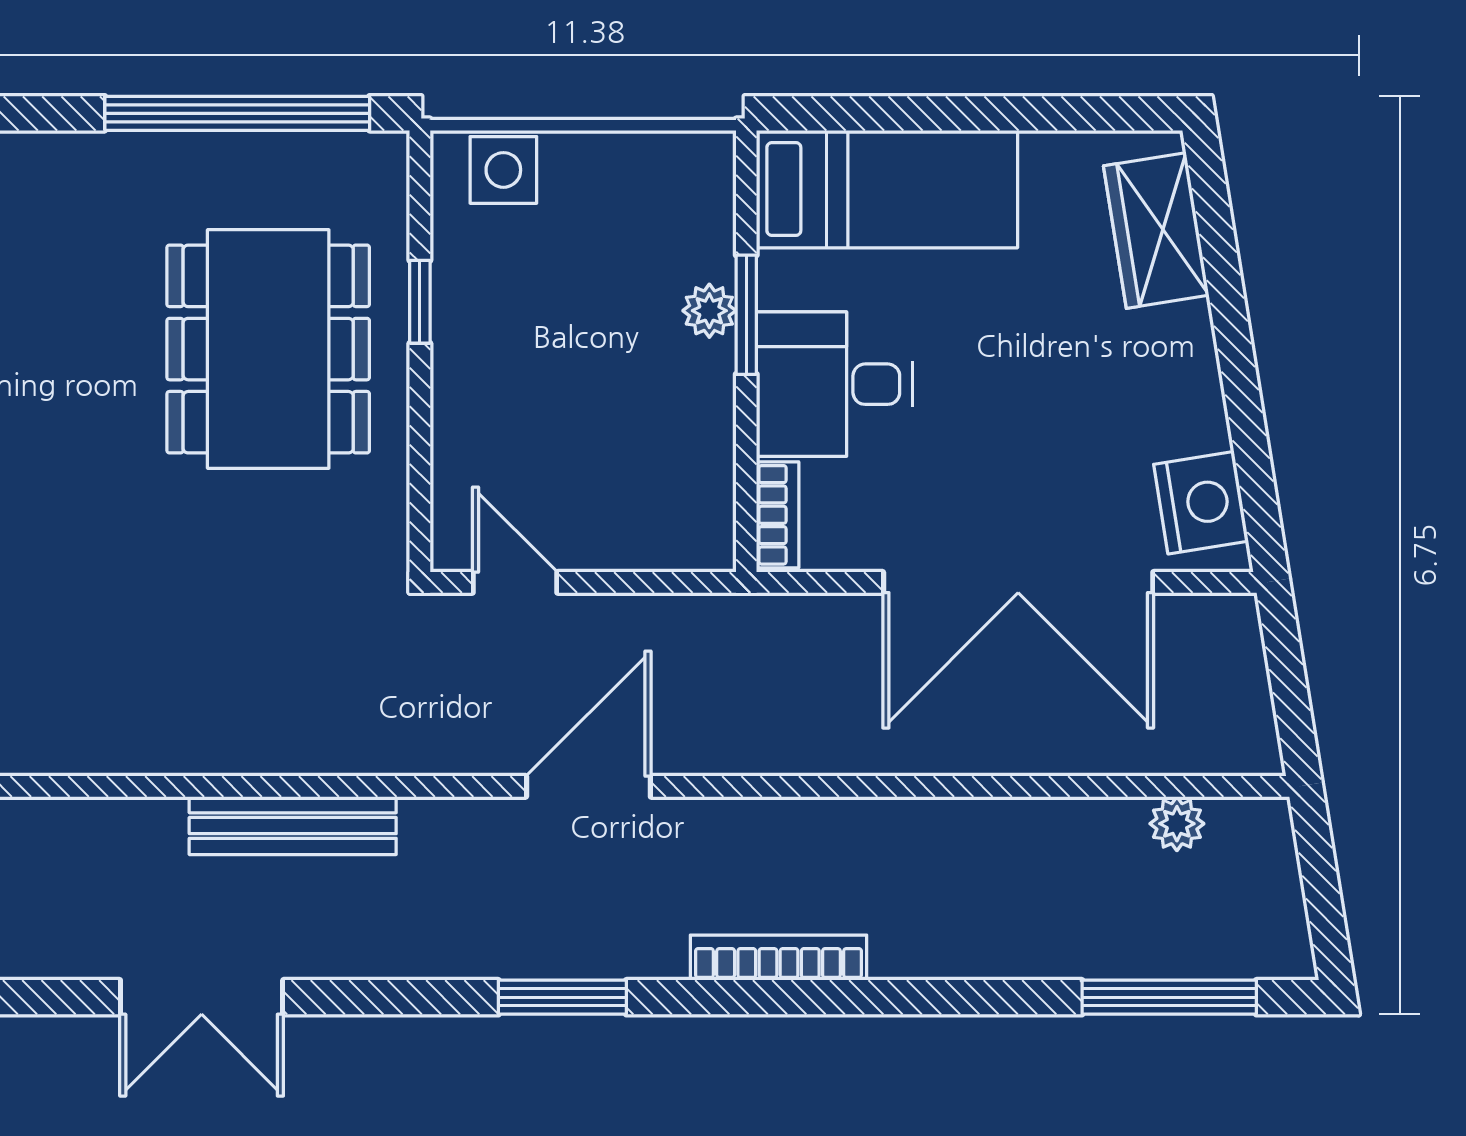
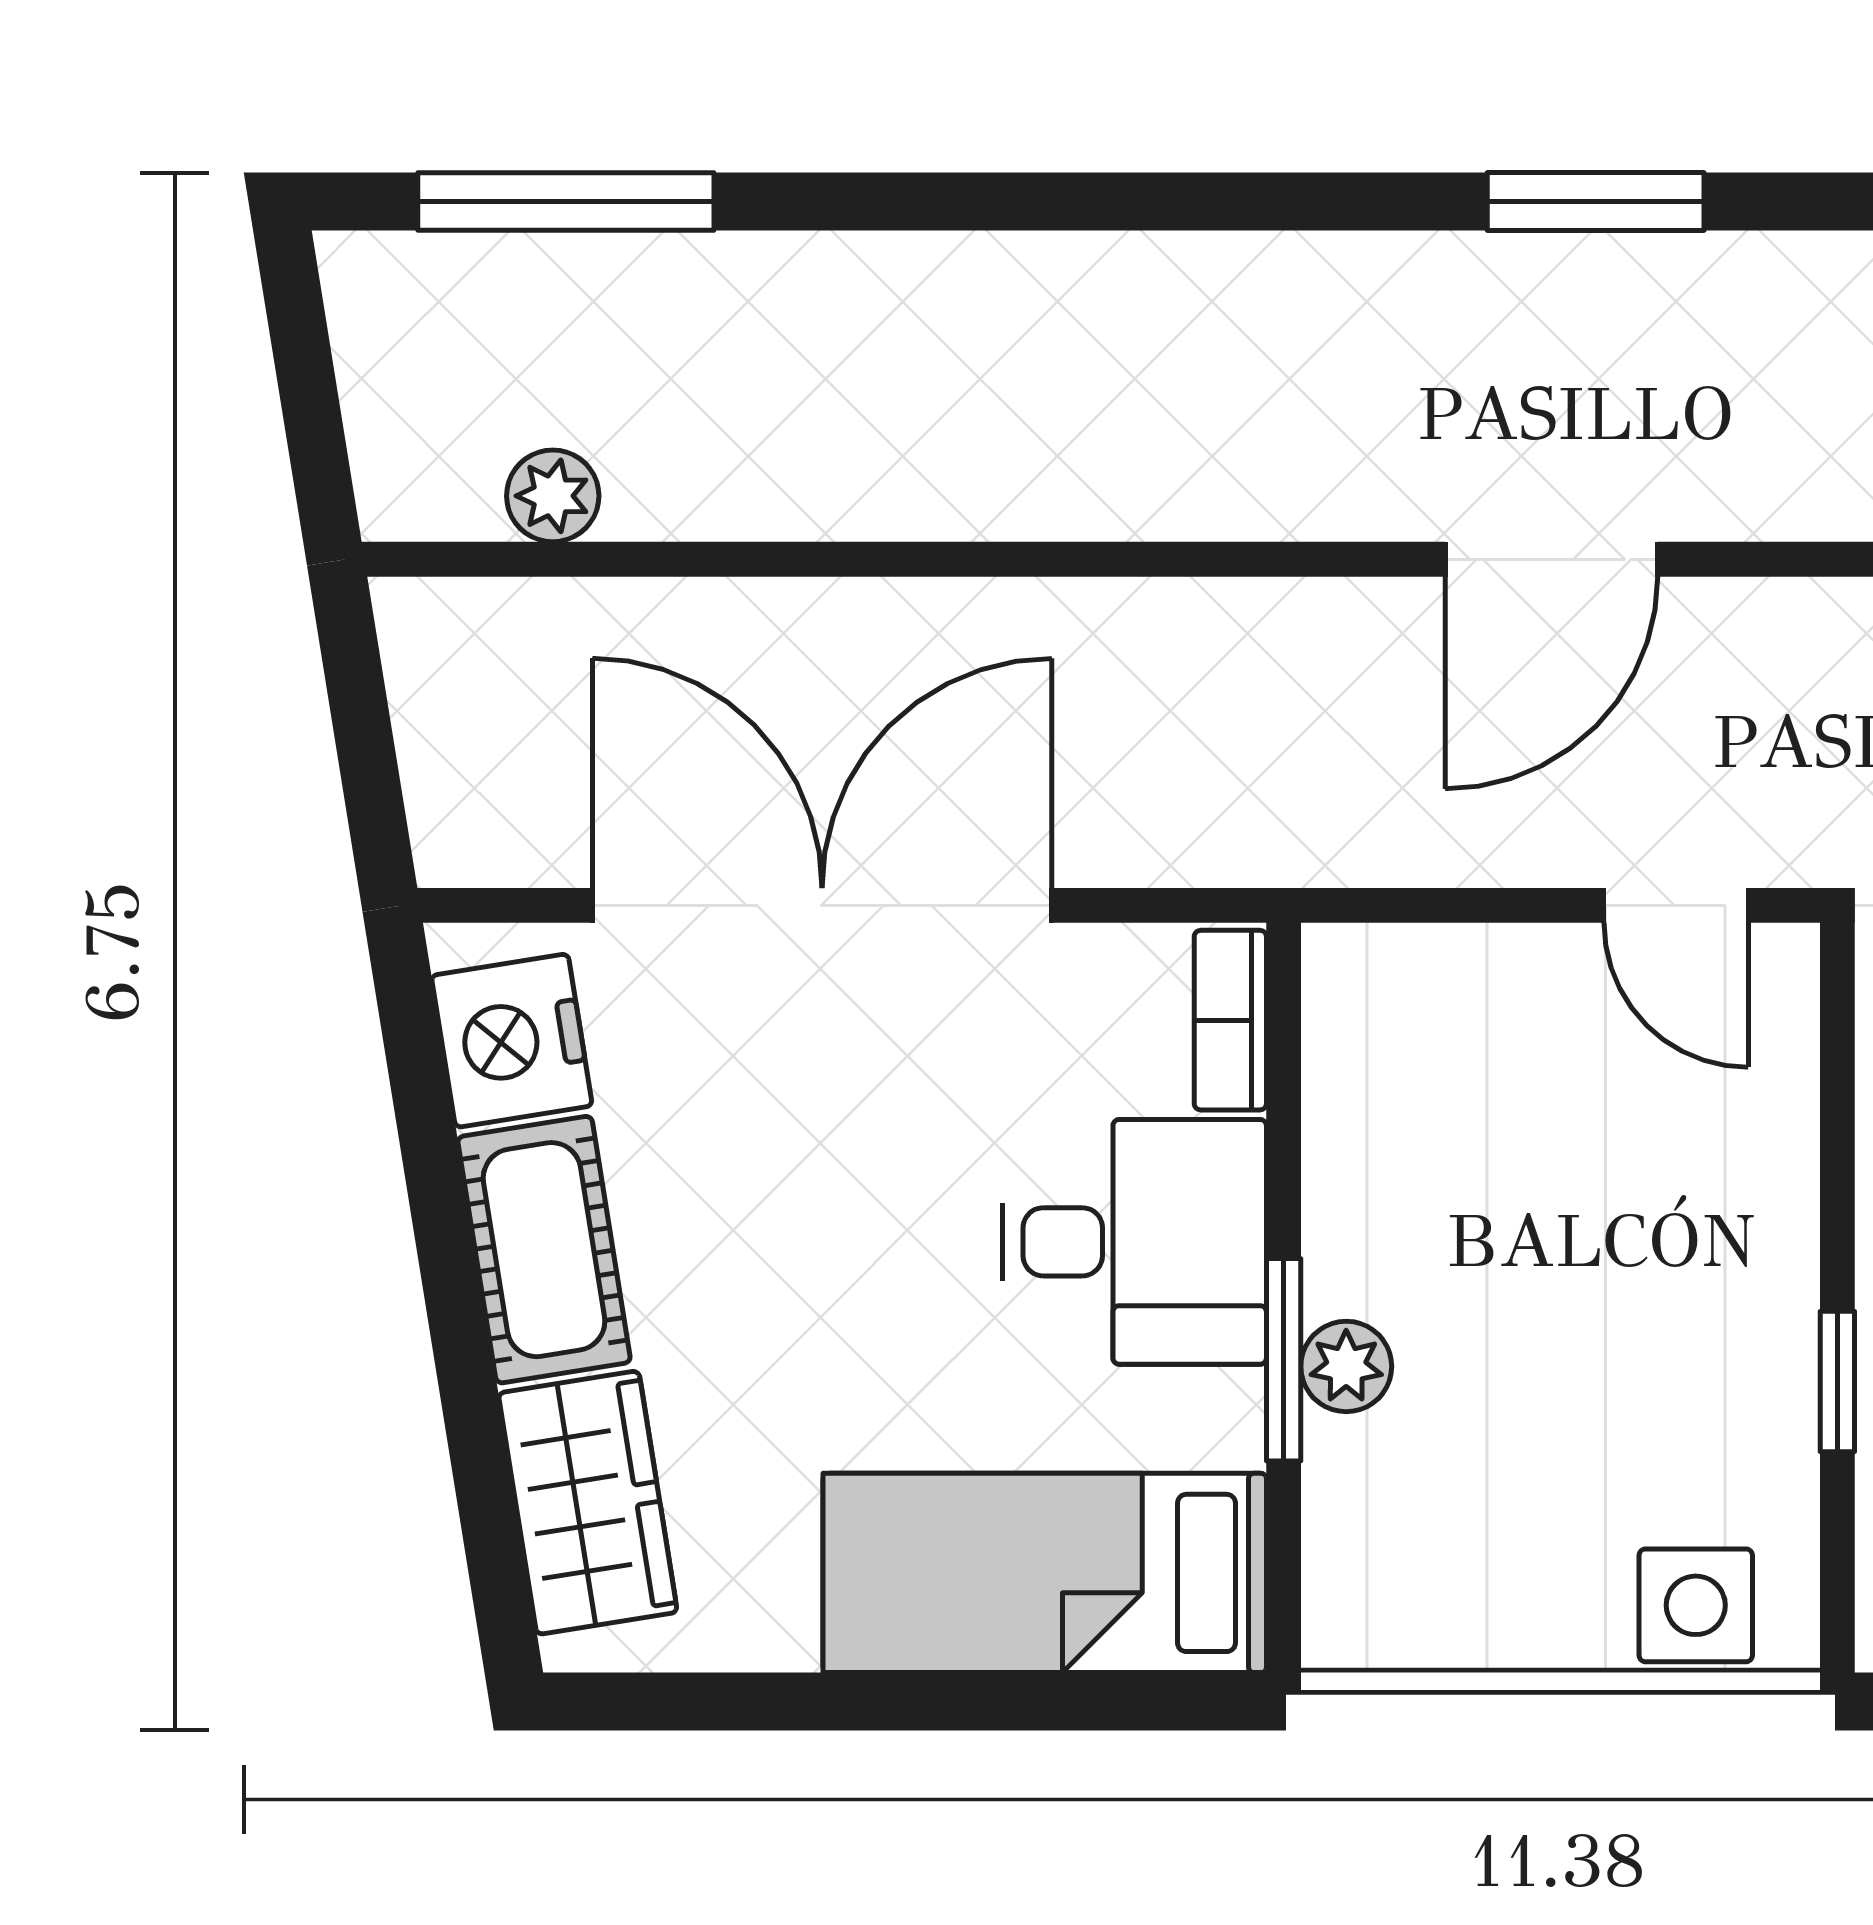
cot: (1182, 380) -> (544, 1250), added
bookcase: (779, 958) -> (1229, 269), removed

